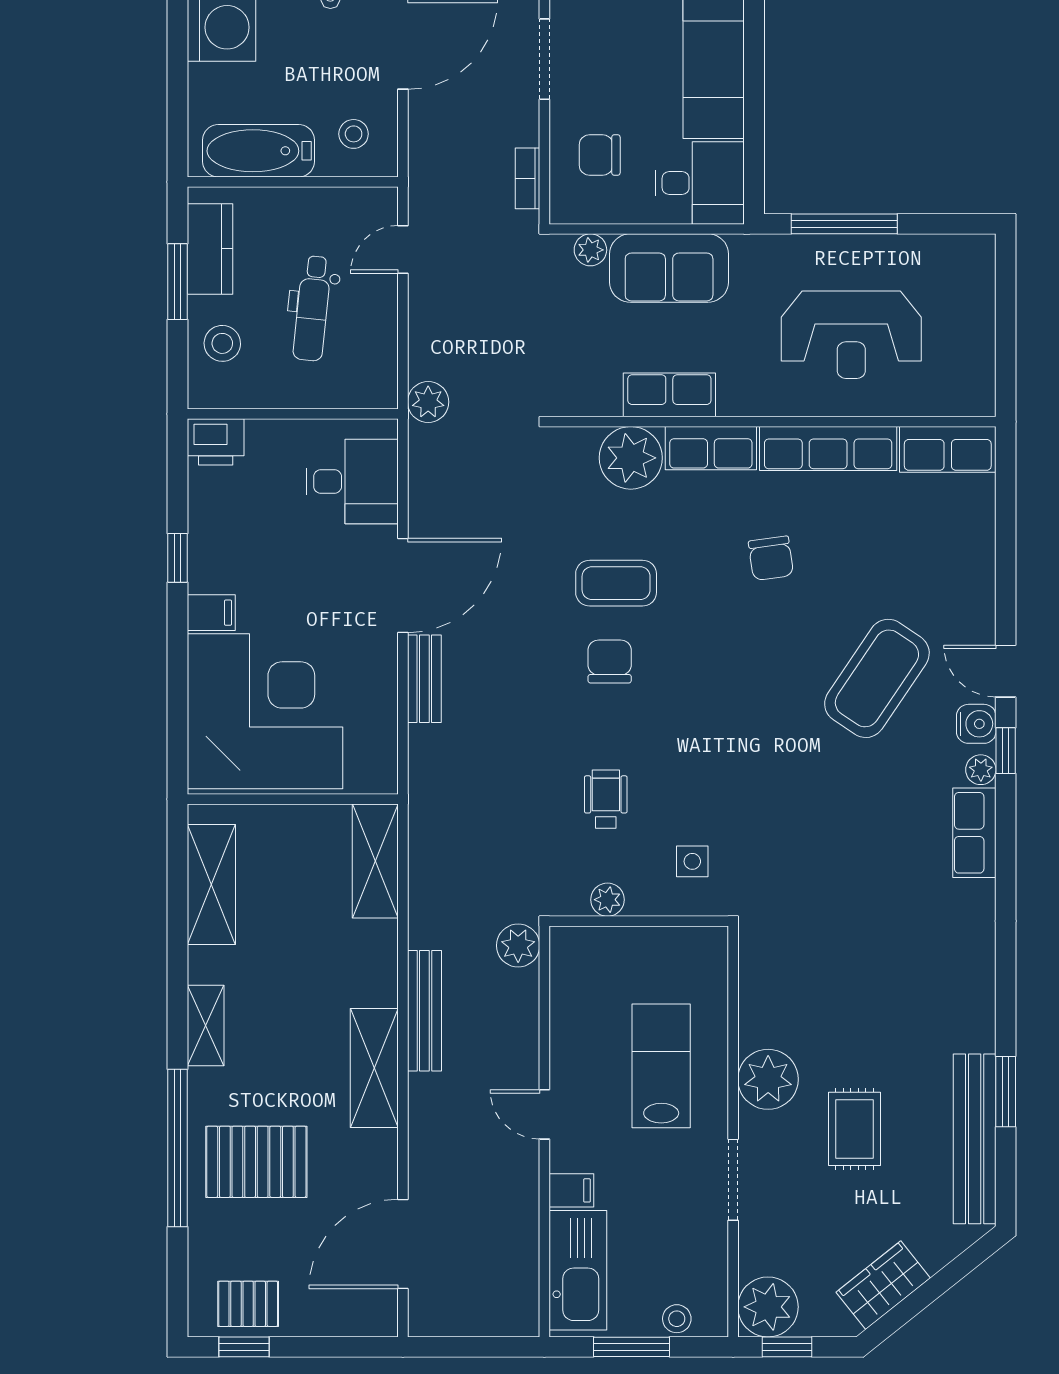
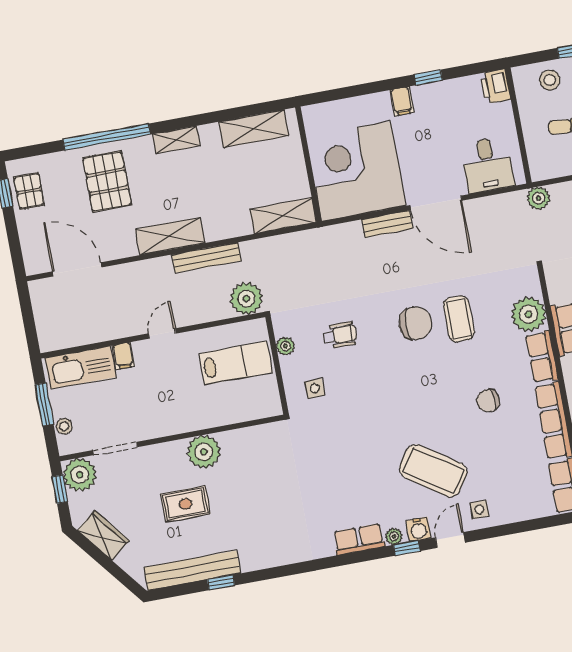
side table: (961, 609) -> (479, 509), added
chair: (610, 661) -> (415, 323), width x1.37, depth x1.37
corner desk: (265, 711) -> (356, 171), moved, turned 180
plant: (518, 946) -> (246, 299), width x1.36, depth x1.36
lab bench: (661, 1066) -> (236, 363), moved
window: (1006, 1092) -> (221, 582), width x0.67
doorway: (733, 1180) -> (115, 449), moved

